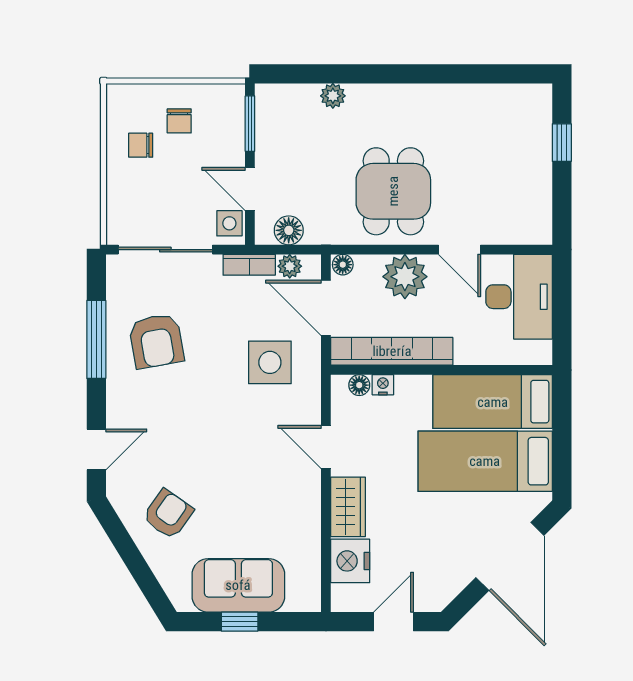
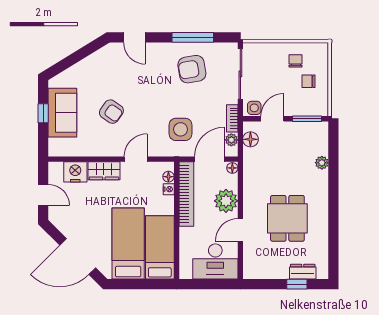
dresser: (538, 132) -> (303, 272), added
dining table: (393, 191) -> (287, 218), moved, turned 90
armchair: (168, 514) -> (111, 112), moved

